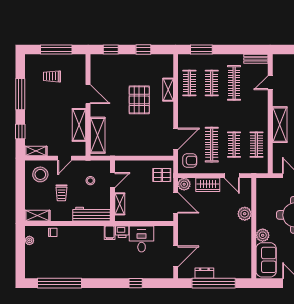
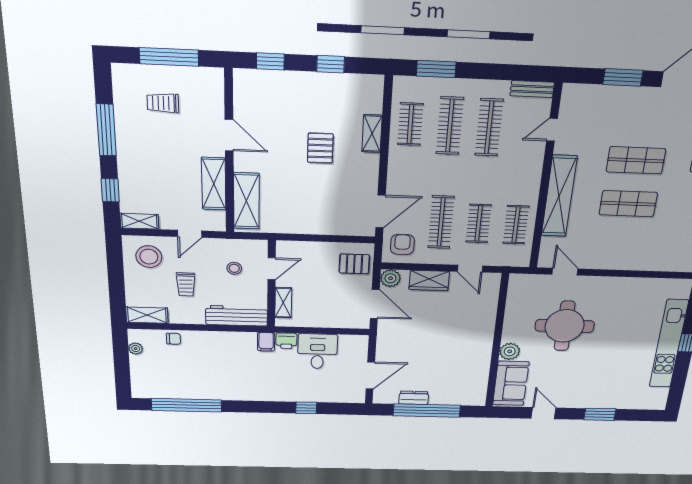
clothes rail: (212, 83) -> (450, 126), width x1.36
pallet: (139, 100) -> (320, 148), width x0.67, depth x0.71
shelving: (280, 125) -> (559, 196), width x1.47
armchair: (190, 161) -> (402, 244), turned -90
plant: (245, 214) -> (485, 322), removed

